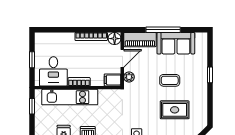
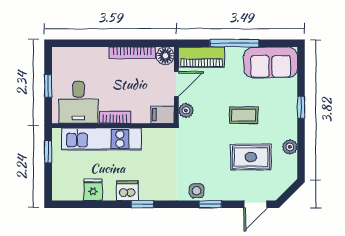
sofa: (176, 43) -> (271, 62), moved
plant: (202, 103) -> (290, 147), added

